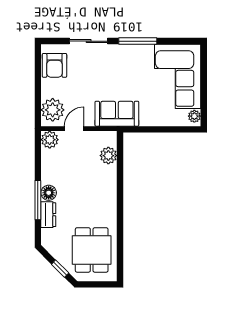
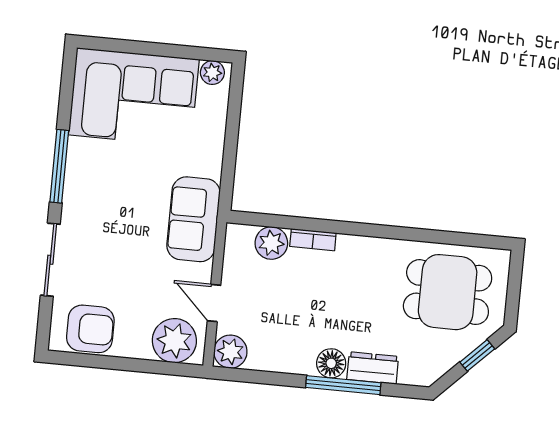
bookcase: (112, 177) -> (313, 240), added

